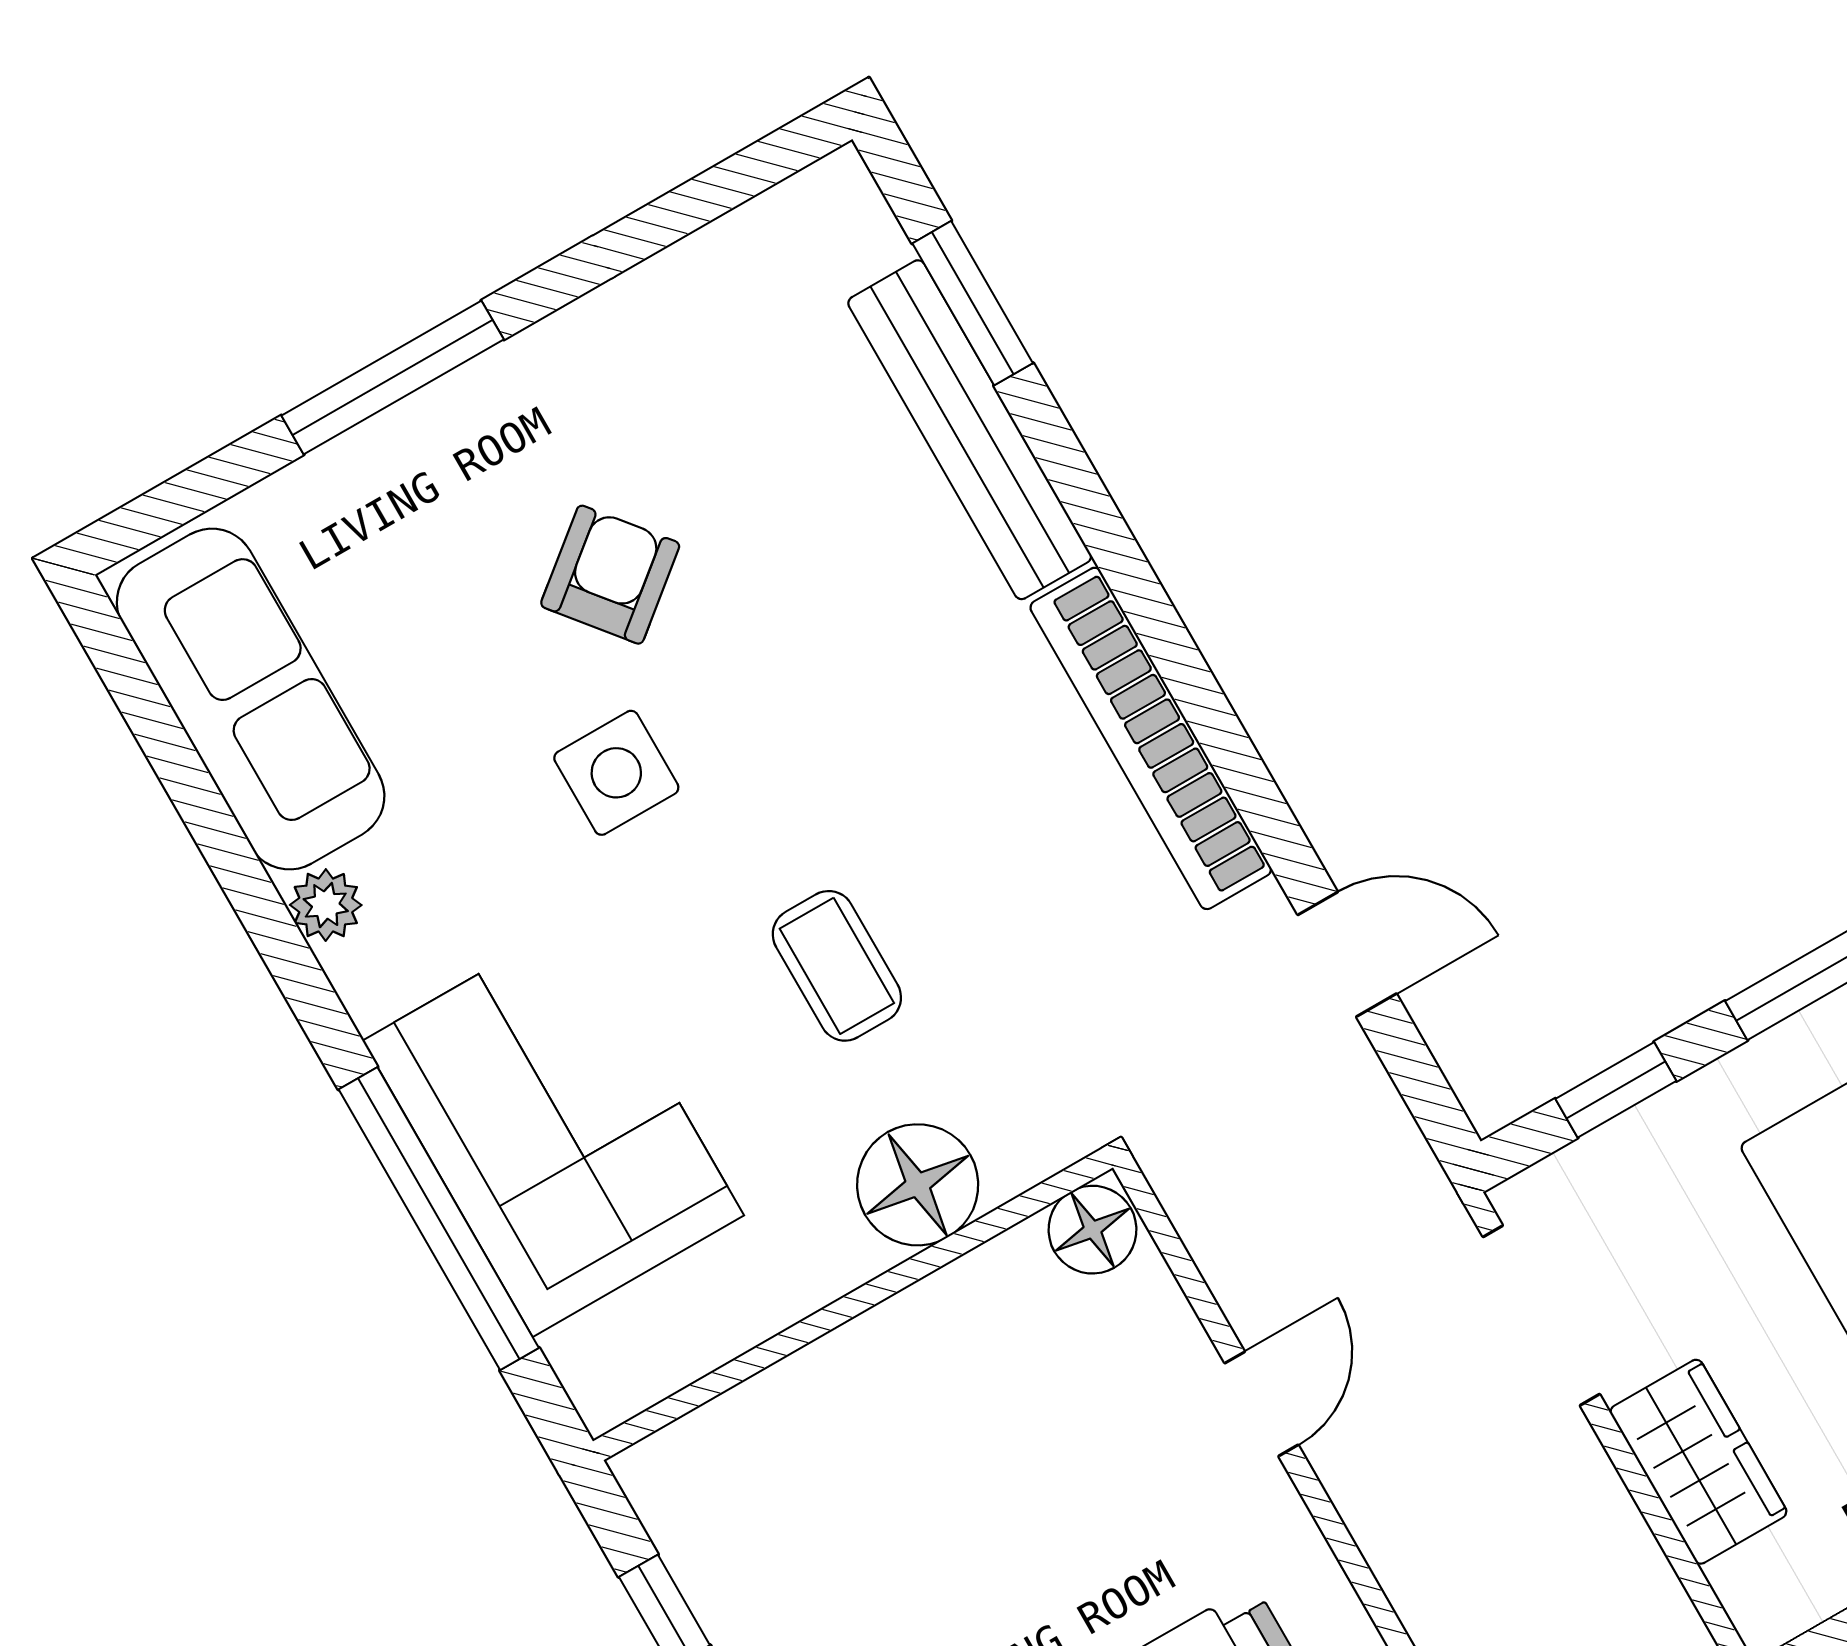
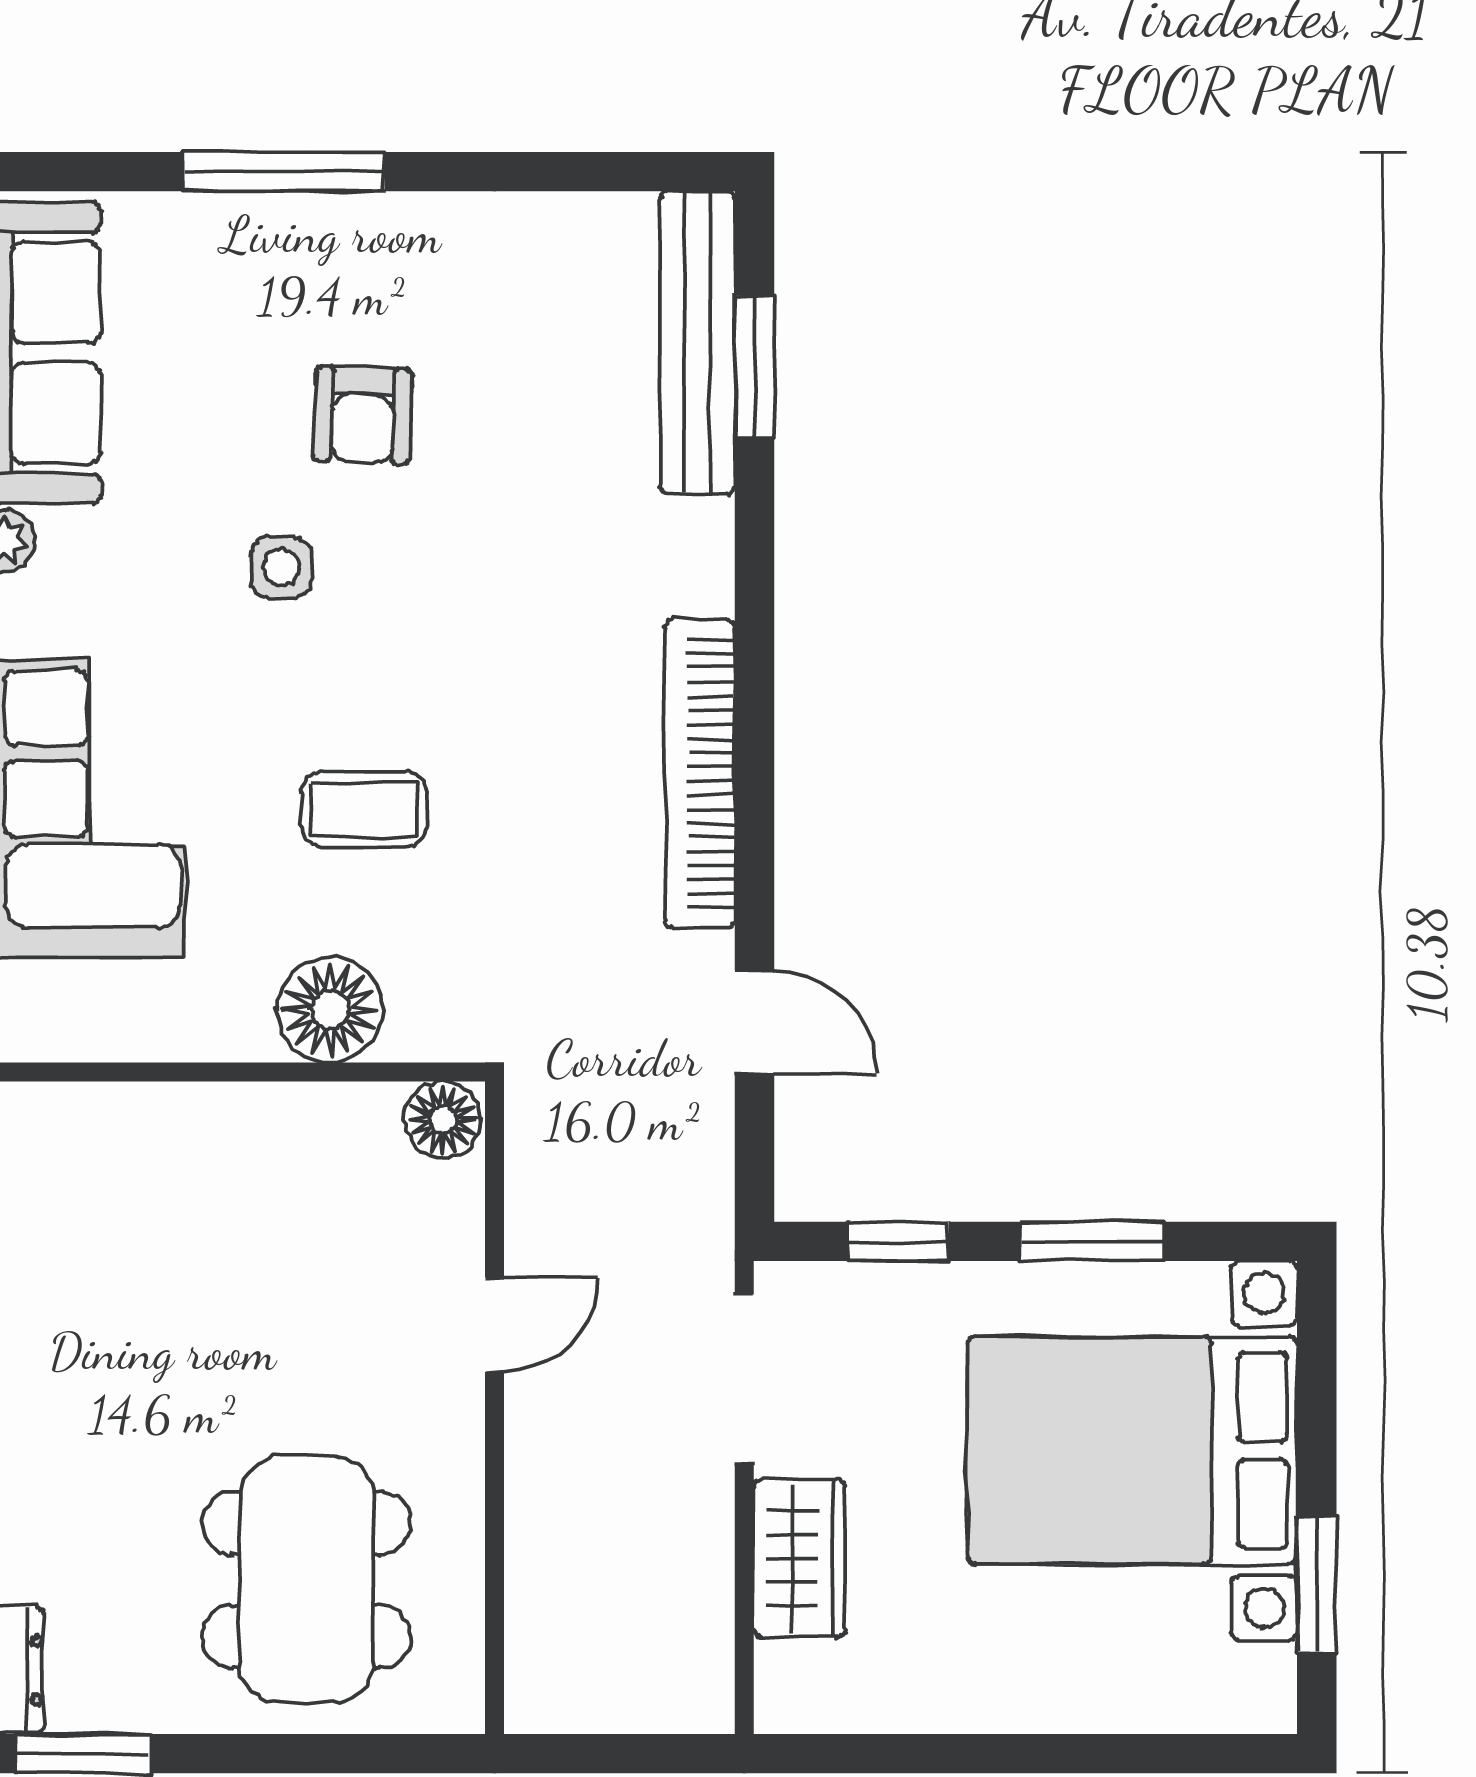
bench: (970, 430) -> (697, 343), moved
armchair: (610, 575) -> (363, 415), turned 131
side table: (616, 773) -> (281, 567), width x0.73, depth x0.73
coffee table: (837, 966) -> (364, 809), turned 90

